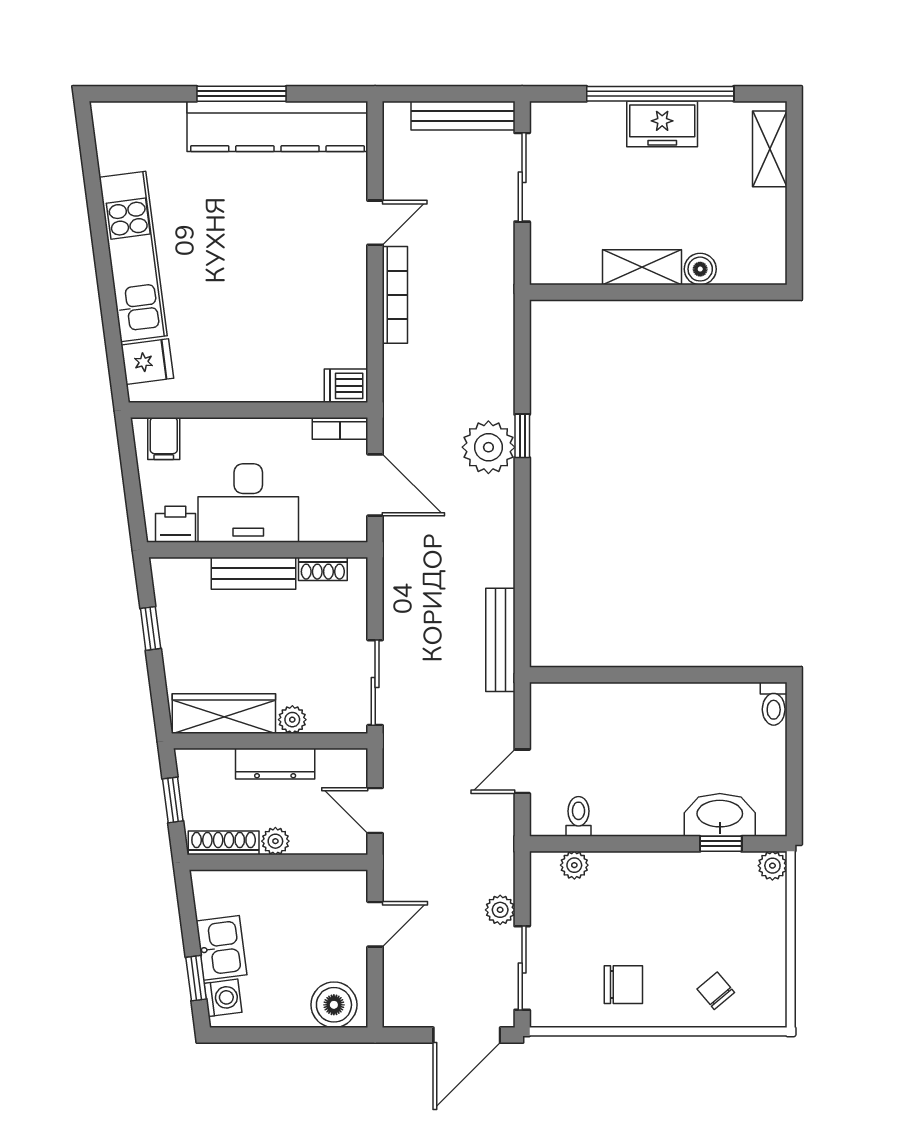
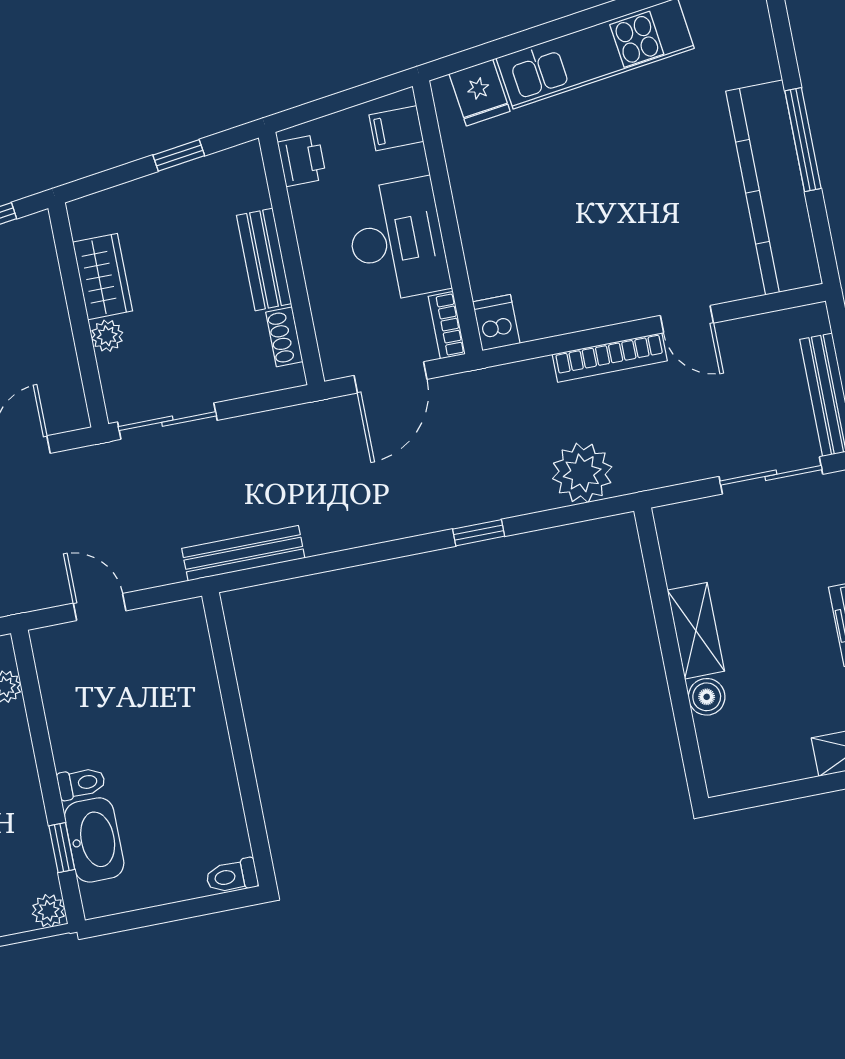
plant: (488, 447) -> (582, 473), moved
desk: (248, 503) -> (397, 240), moved, turned 180
wardrobe: (224, 714) -> (103, 277), width x0.67
dresser: (275, 764) -> (54, 326), removed
toilet: (578, 816) -> (81, 783), moved

